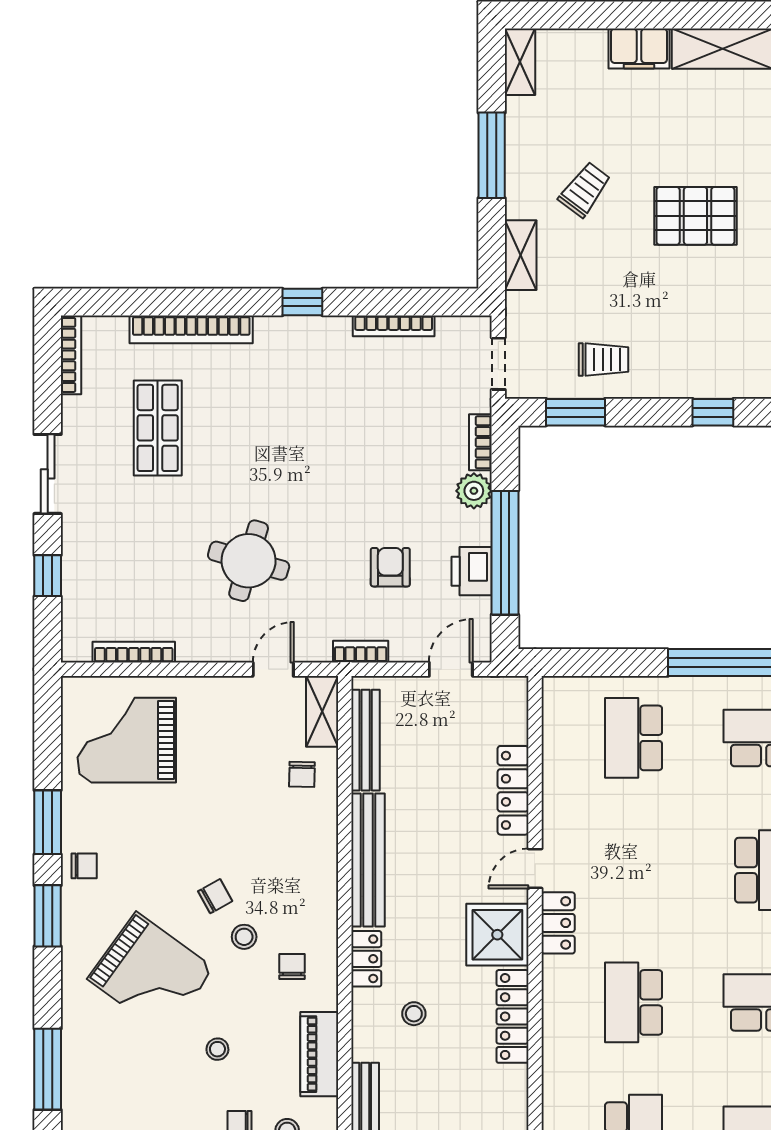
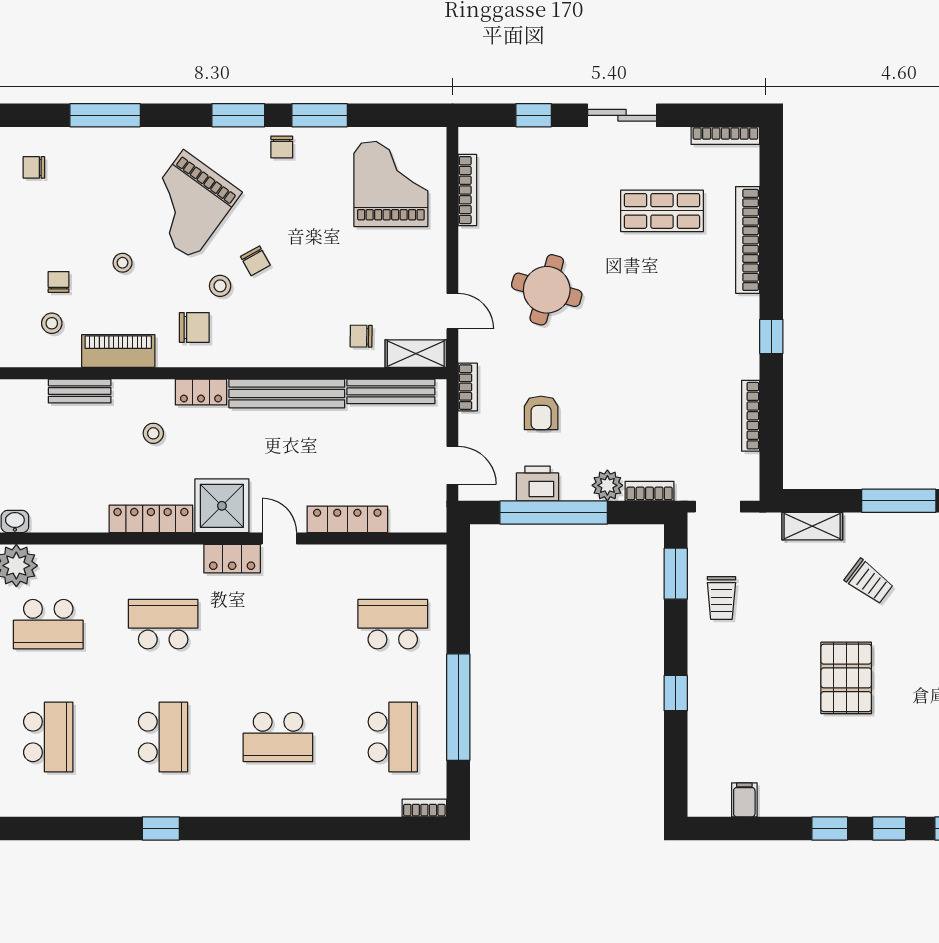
armchair: (390, 567) -> (541, 413), turned 90
chair: (292, 966) -> (194, 327), width x1.37, depth x1.37

